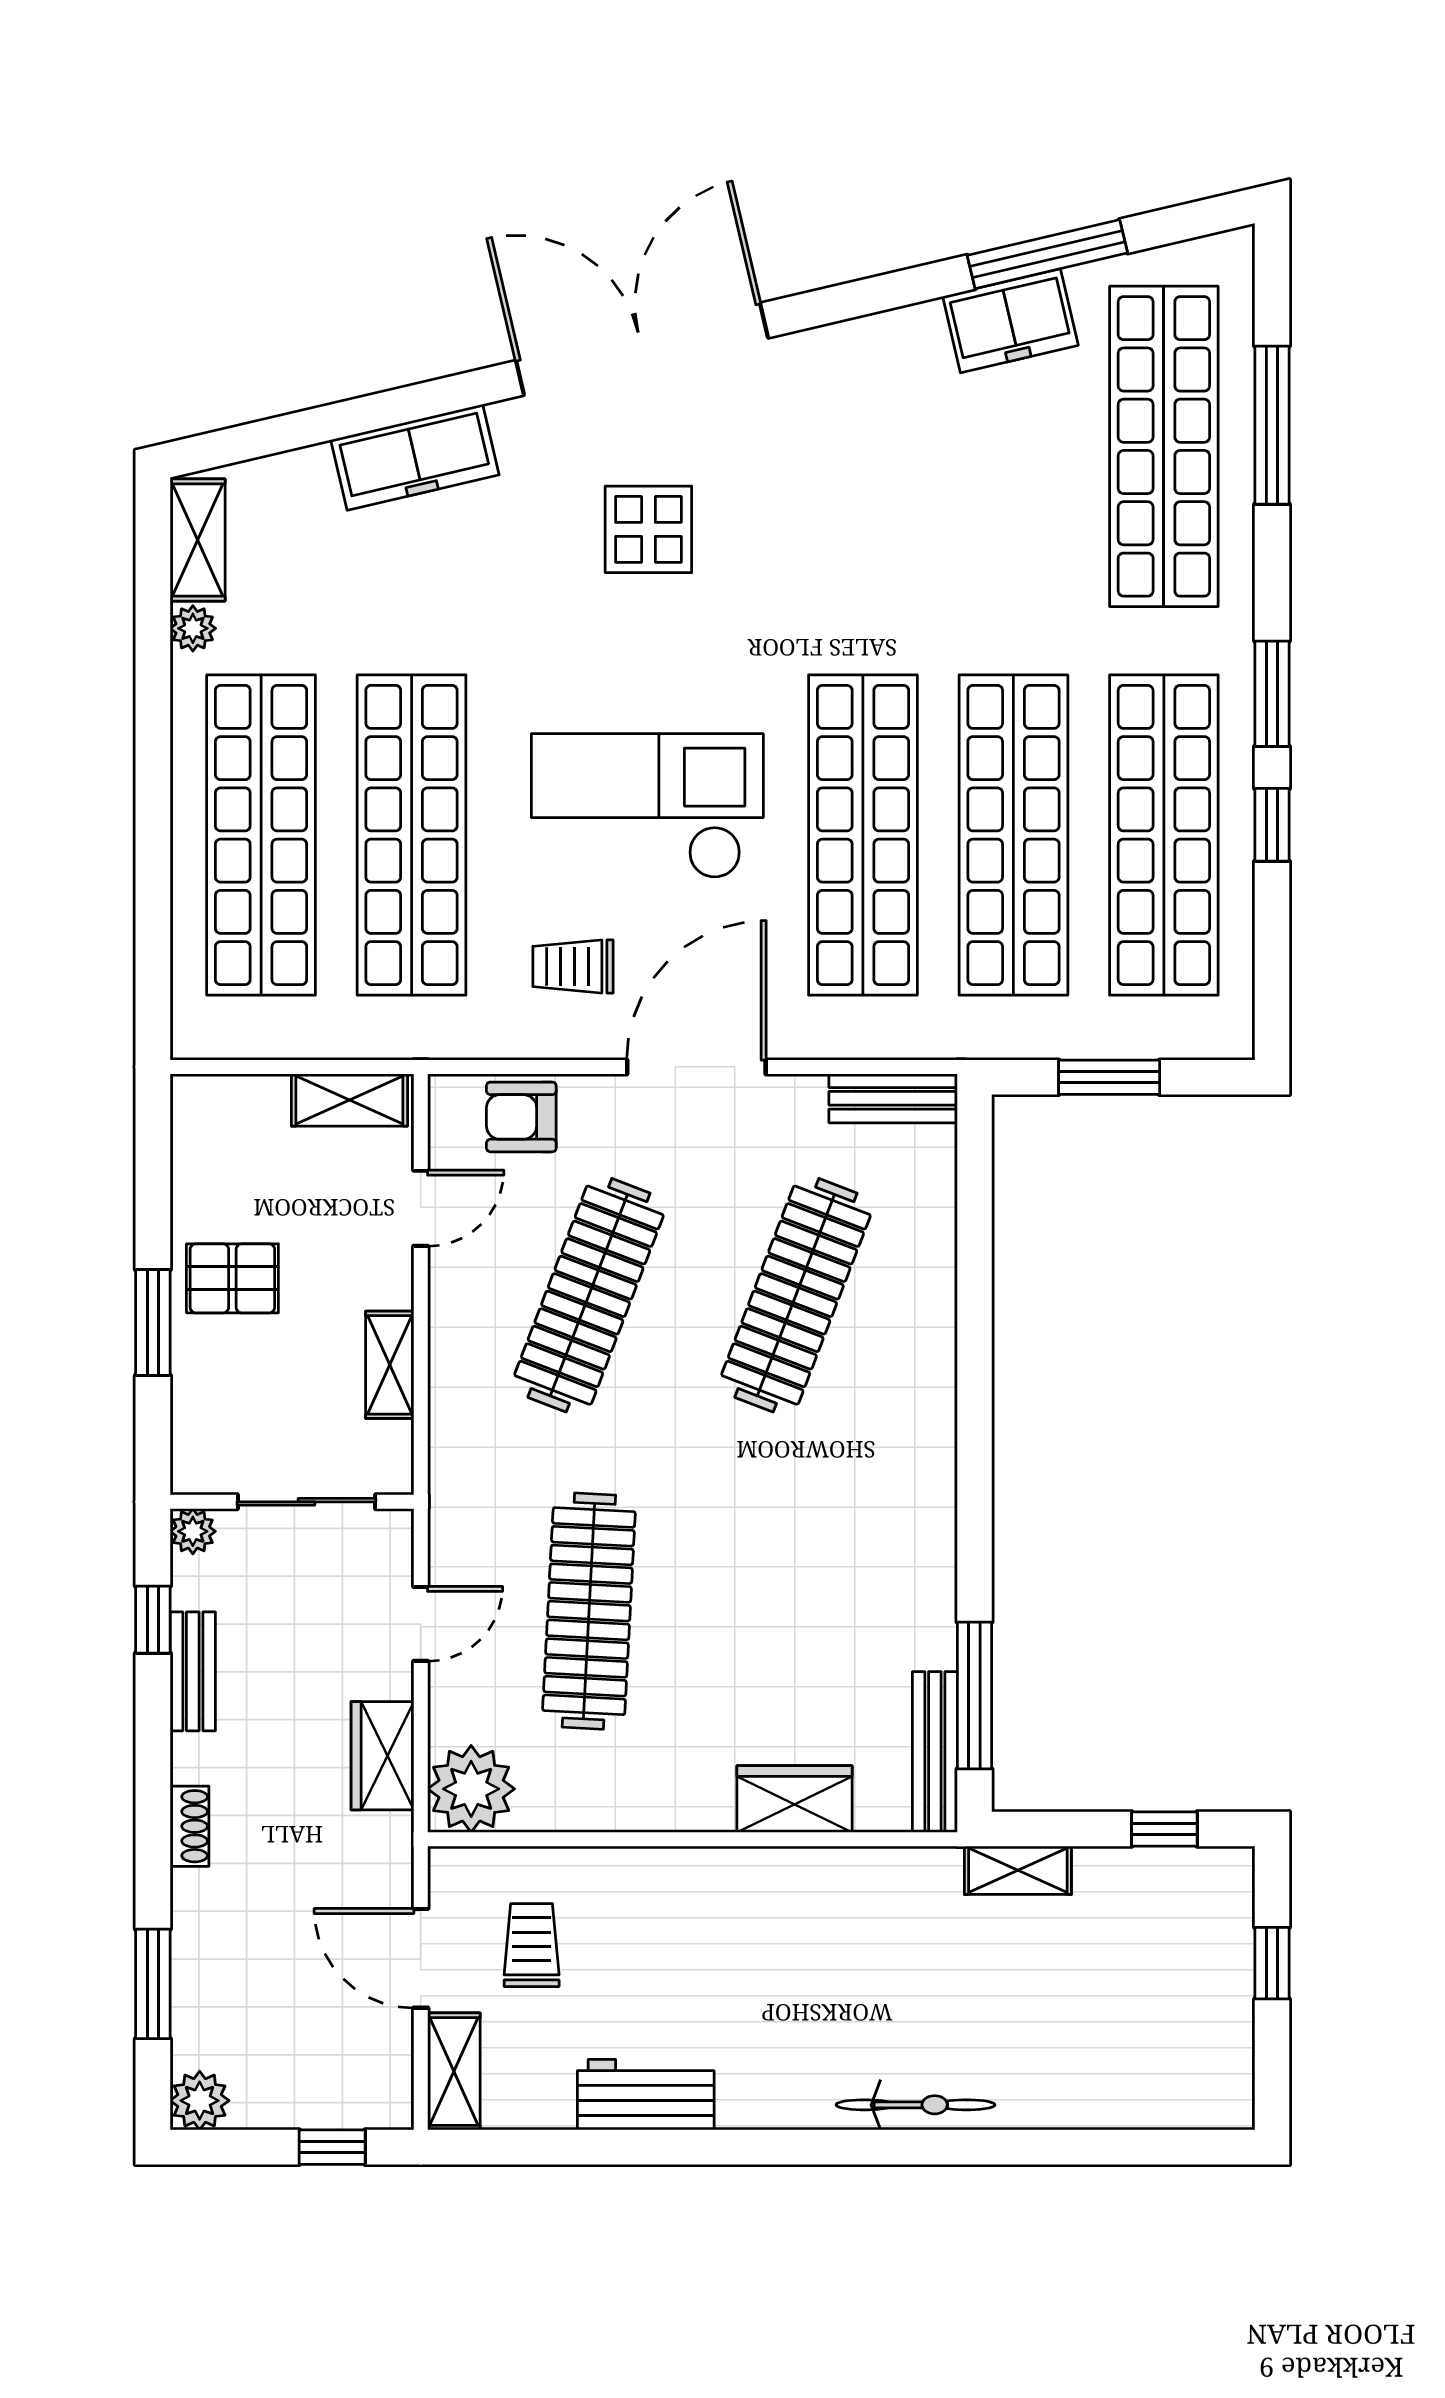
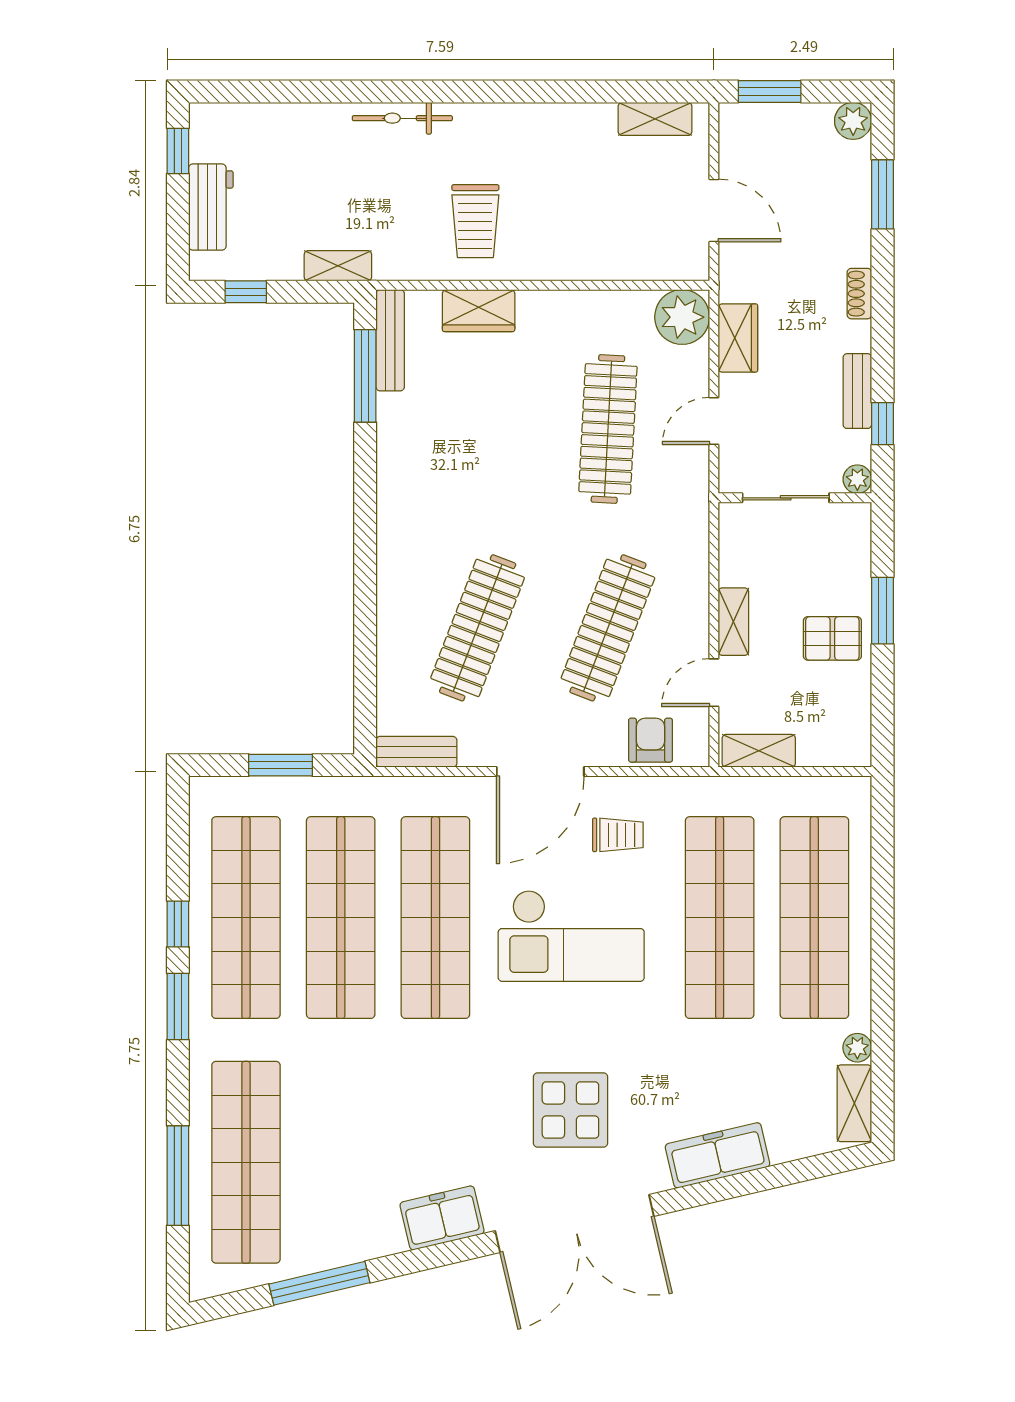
freezer: (1010, 321) -> (442, 1218), moved
display table: (648, 529) -> (570, 1110), width x1.36, depth x1.36
armchair: (521, 1117) -> (651, 740), turned -90
shelving: (390, 1365) -> (733, 622), moved
trolley: (532, 1945) -> (475, 221), moved, width x1.36, depth x1.39
window: (1272, 1963) -> (178, 151), moved
shelving: (454, 2071) -> (655, 119), moved, turned 90
workbench: (646, 2095) -> (211, 207), moved, turned -90
window: (332, 2147) -> (770, 92), width x1.50

